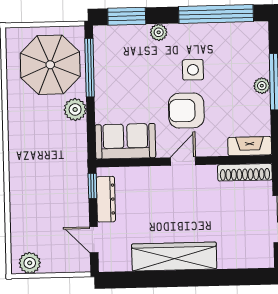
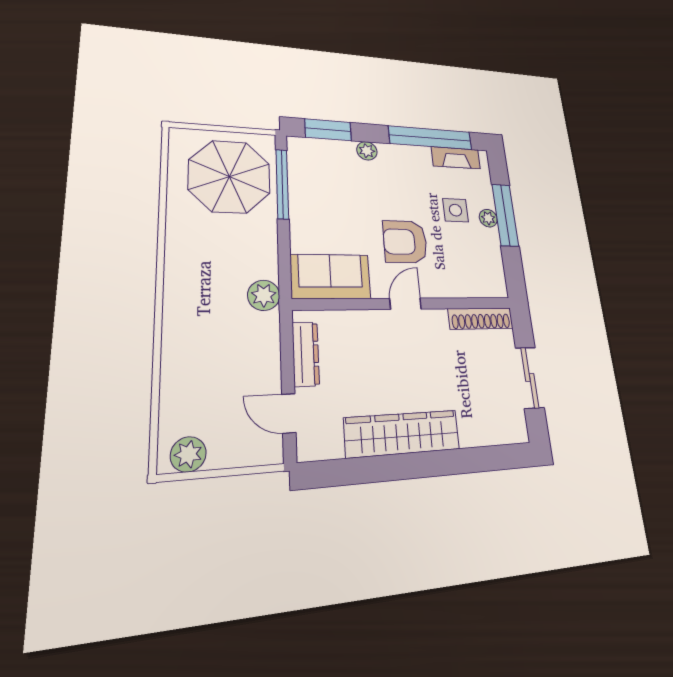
side table: (193, 70) -> (456, 210), moved
plant: (75, 109) -> (264, 295), moved
fireplace: (250, 146) -> (456, 158), moved, turned 180
window: (92, 186) -> (287, 335), removed

